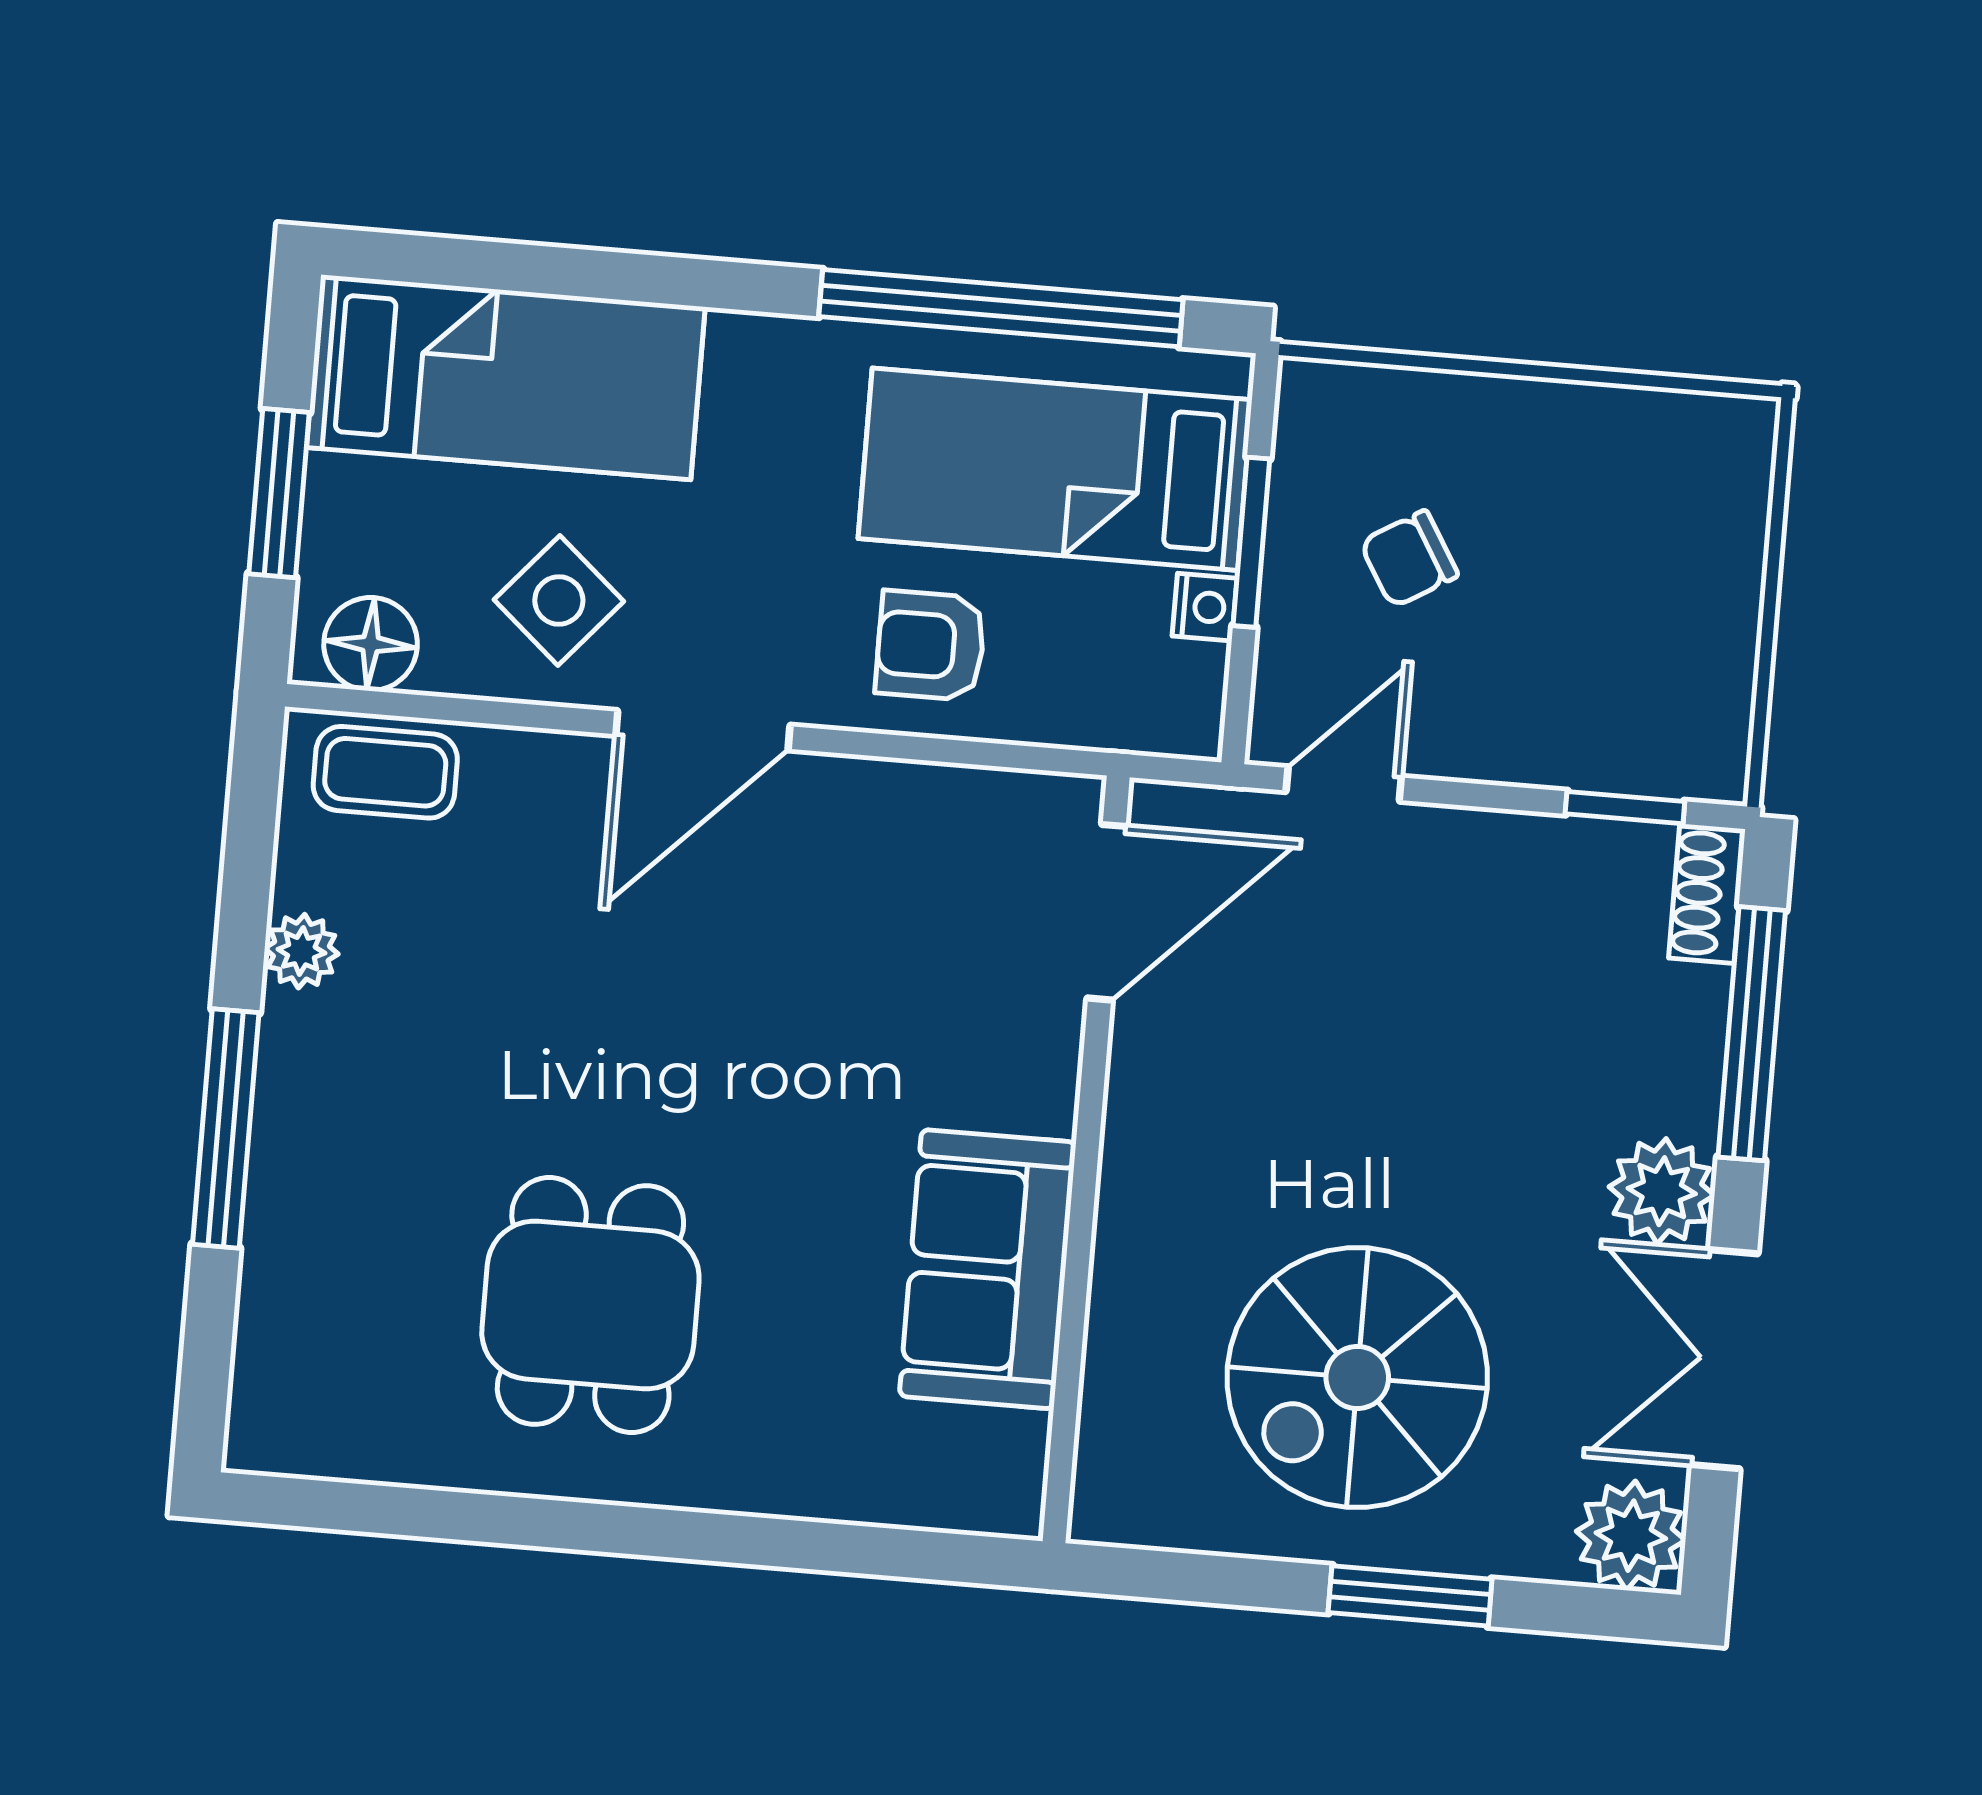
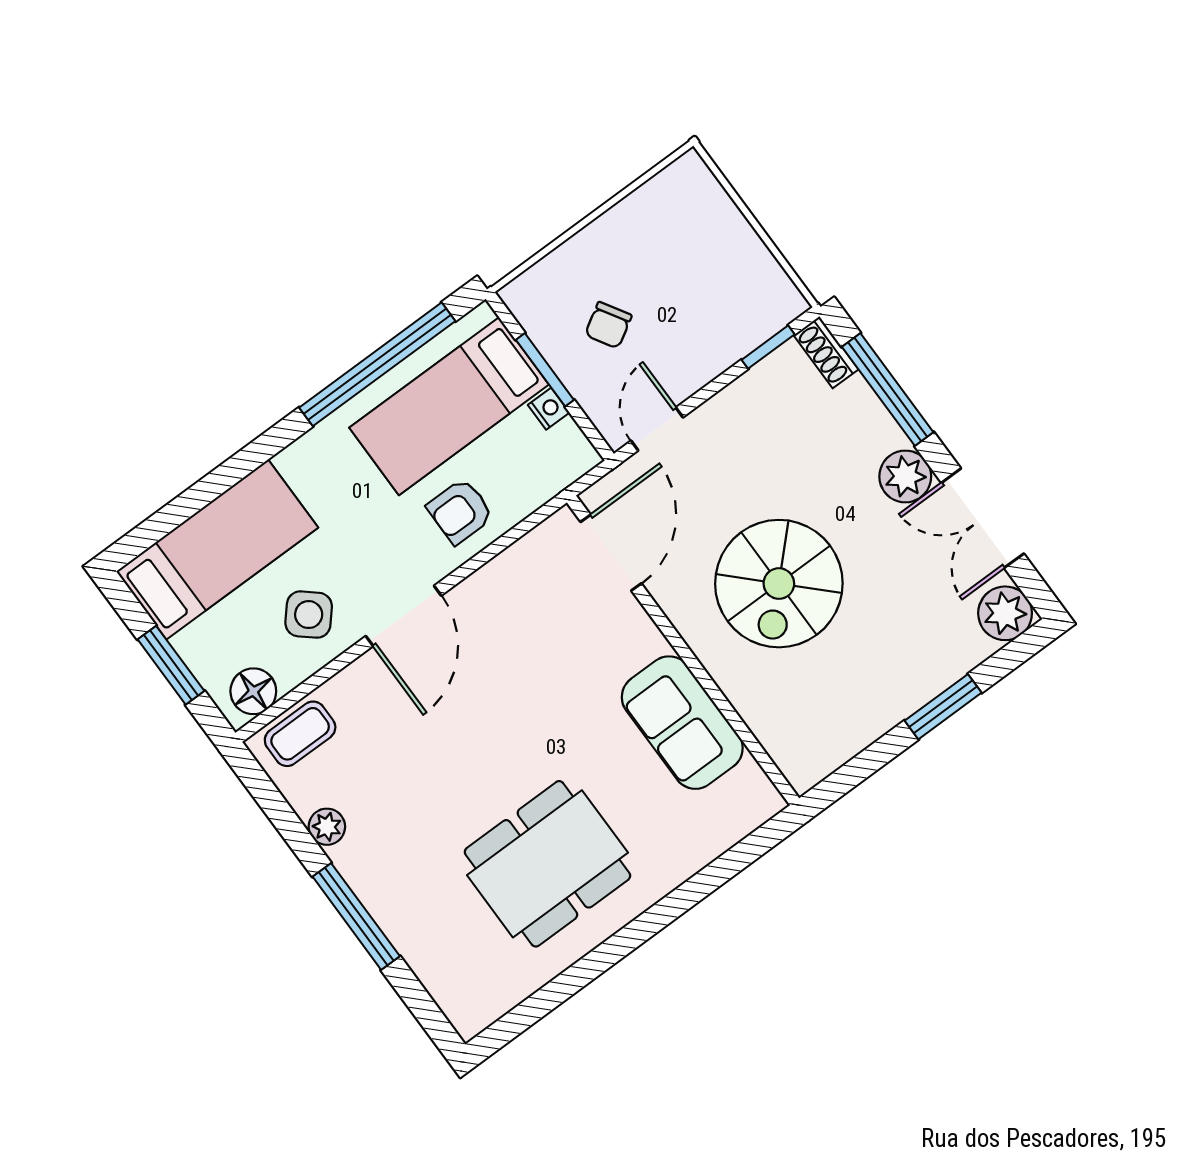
dining table: (590, 1305) -> (547, 864), width x1.38
spiral stairs: (1357, 1378) -> (779, 584), moved

